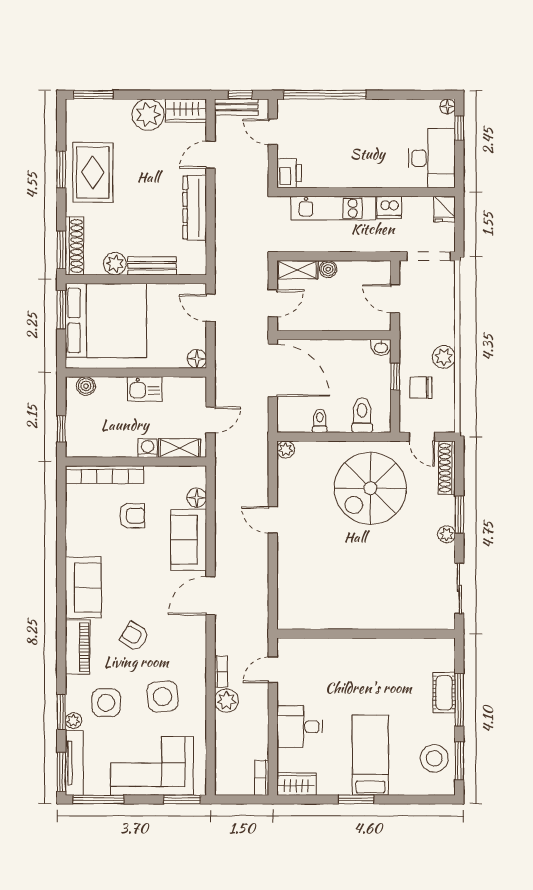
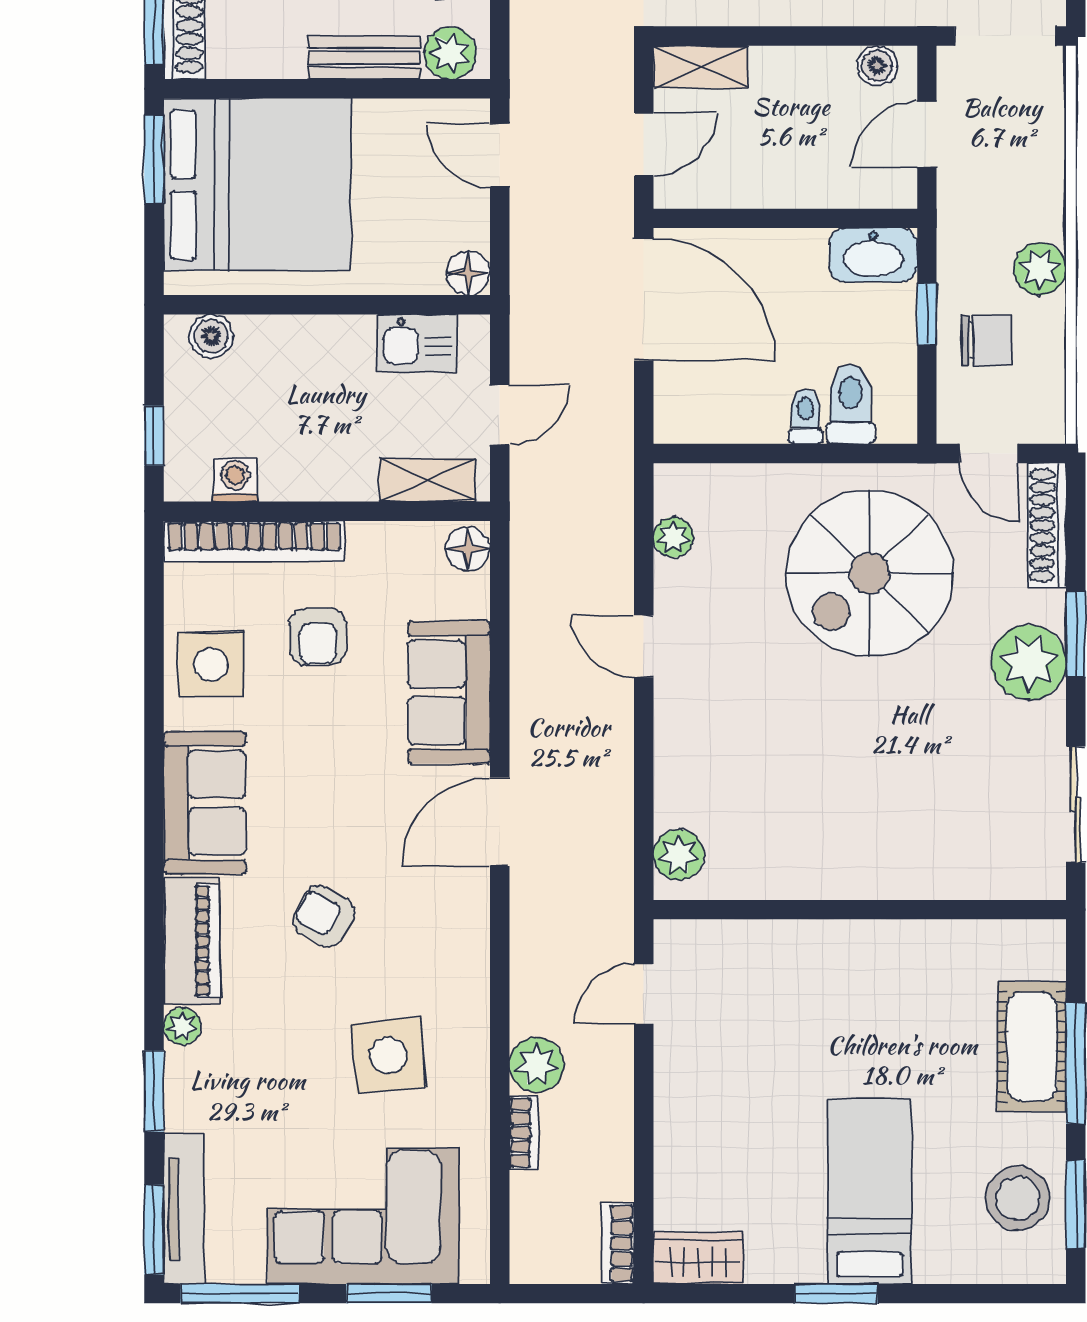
plant: (115, 264) -> (450, 53), moved
boiler: (328, 269) -> (877, 66), moved
door: (395, 299) -> (927, 134), hinge flipped
washbasin: (381, 347) -> (873, 255), width x1.91, depth x1.45
chair: (421, 388) -> (987, 340), turned 180
kitchen sink: (145, 389) -> (417, 343), moved
toilet: (320, 421) -> (805, 416), moved
washing machine: (148, 448) -> (235, 480), moved
plant: (286, 450) -> (673, 537), moved
floor lamp: (197, 498) -> (468, 549), moved
armchair: (132, 516) -> (318, 637), turned 89
plant: (447, 534) -> (1029, 662), width x1.88, depth x1.88
plant: (288, 610) -> (679, 855), added
bookcase: (221, 671) -> (524, 1133), moved
cot: (444, 693) -> (1032, 1047), width x1.37, depth x1.34
side table: (106, 703) -> (211, 664), moved
plant: (74, 721) -> (182, 1026), moved
desk: (300, 727) -> (706, 1125), removed
window: (182, 799) -> (389, 1294), moved

